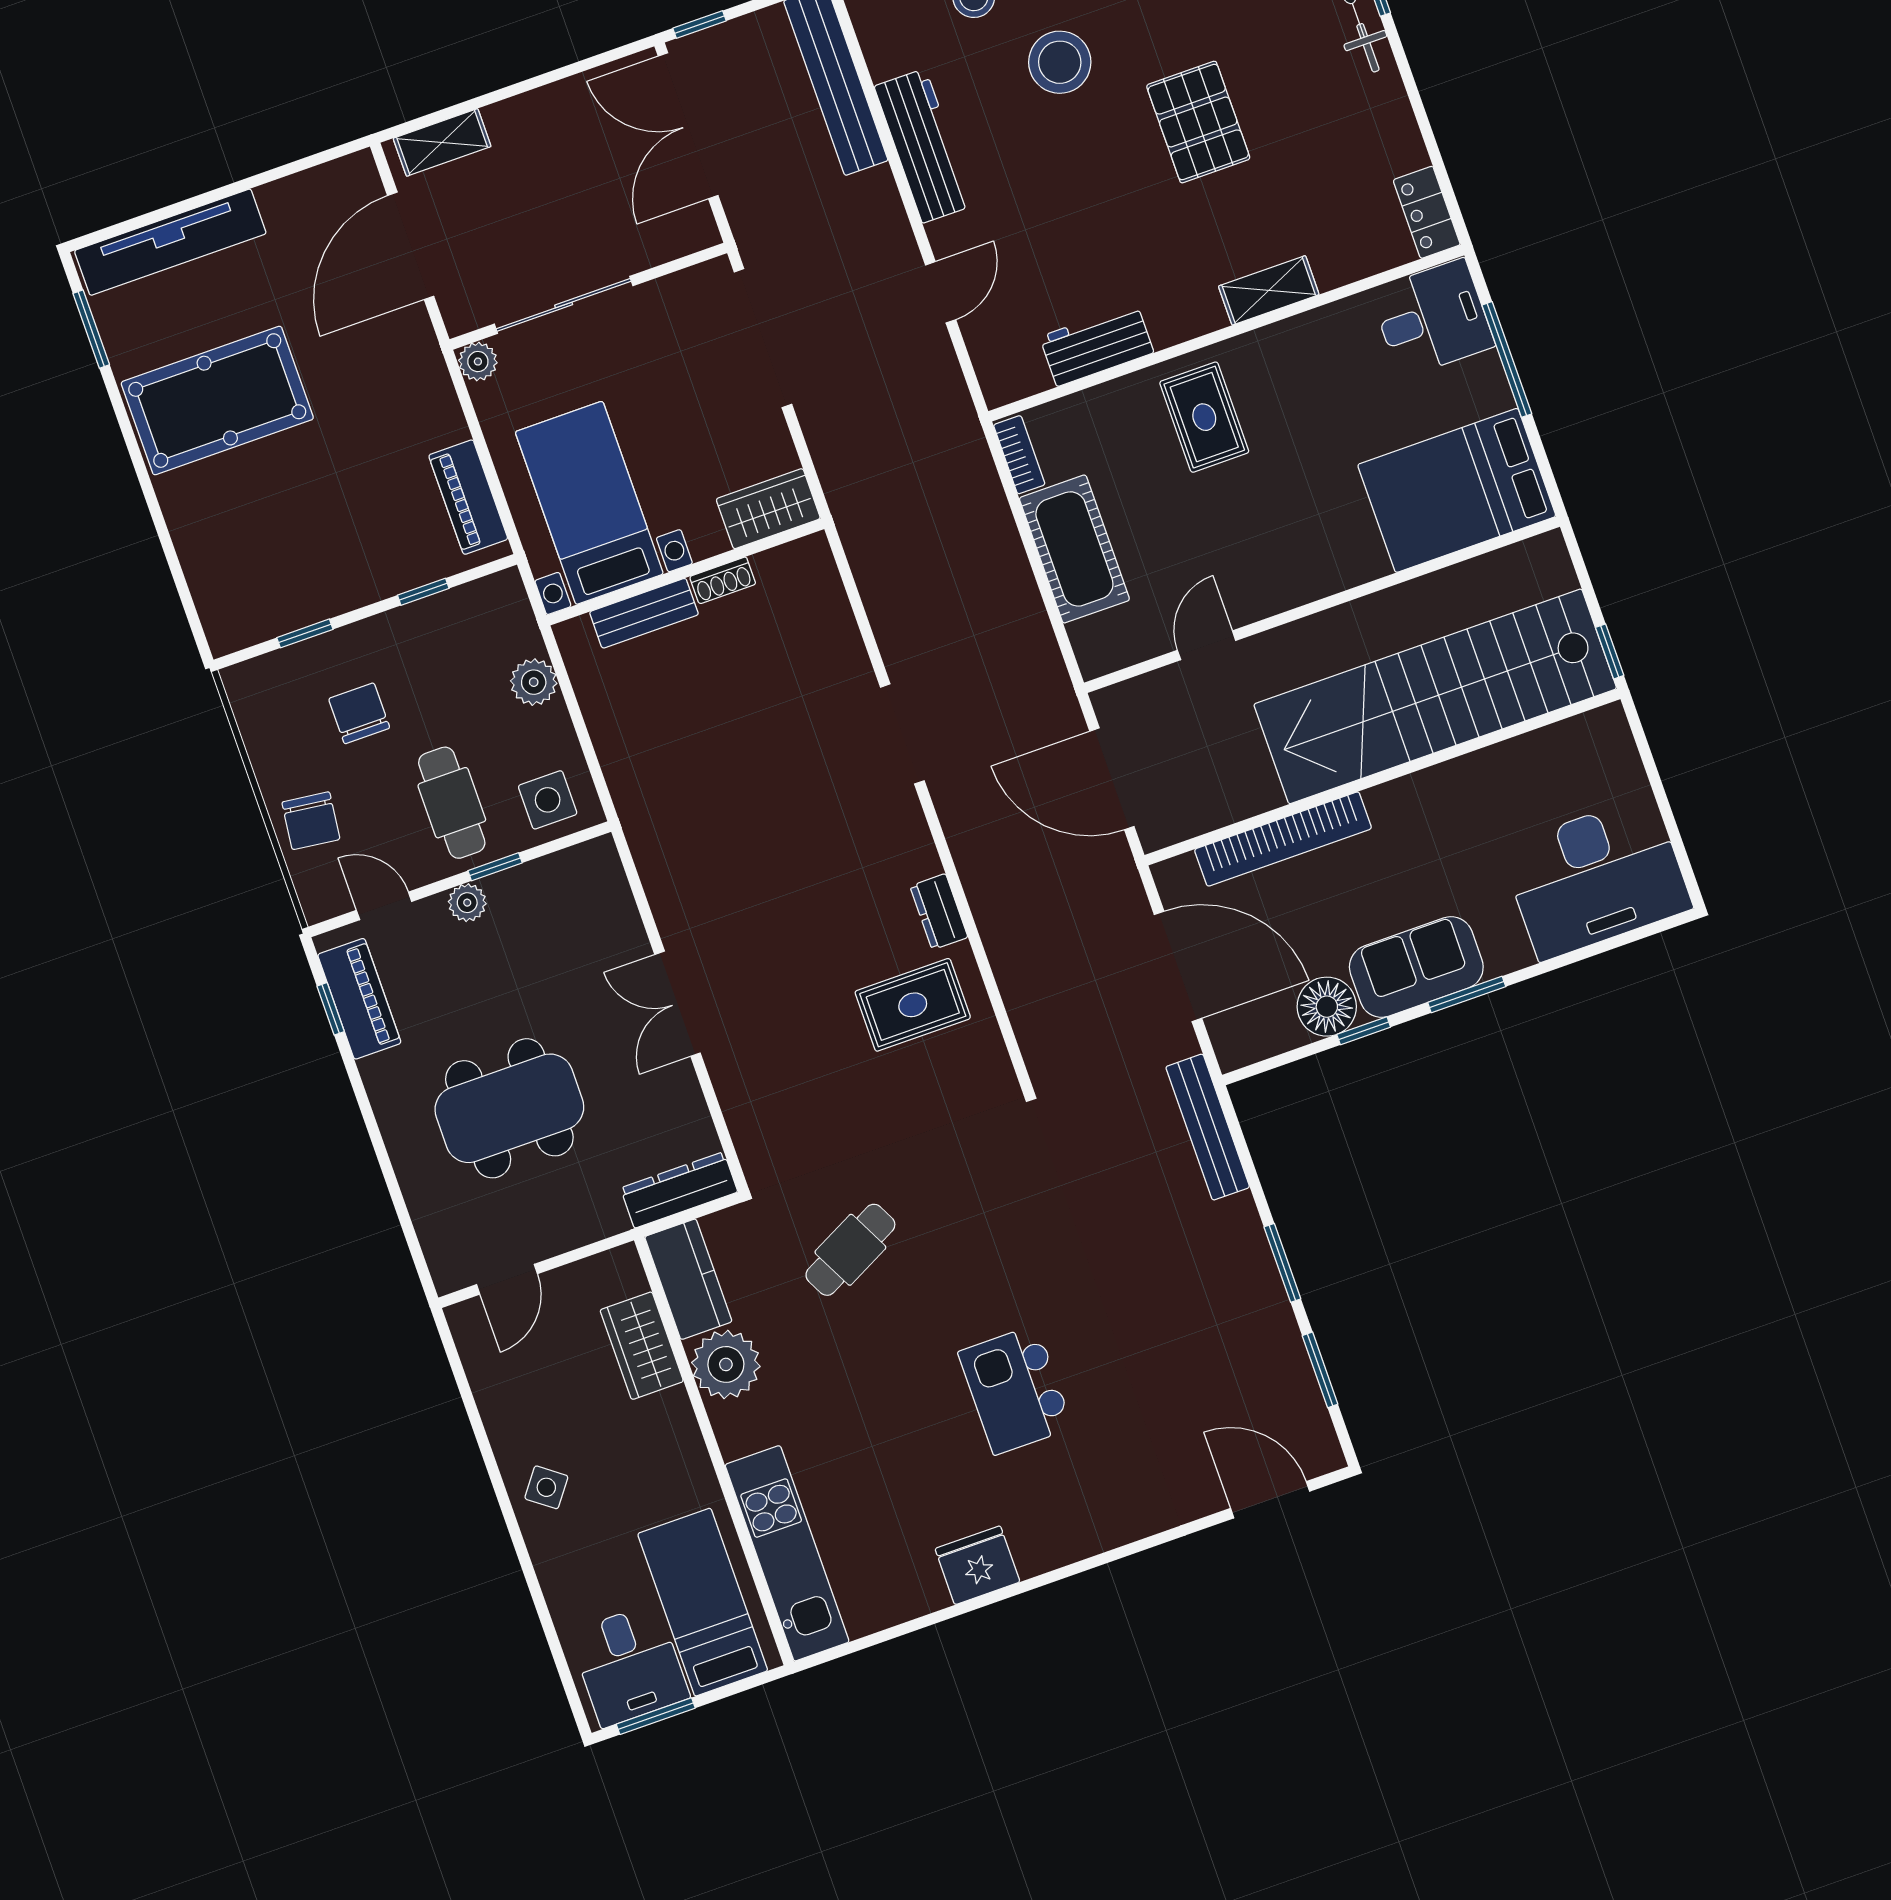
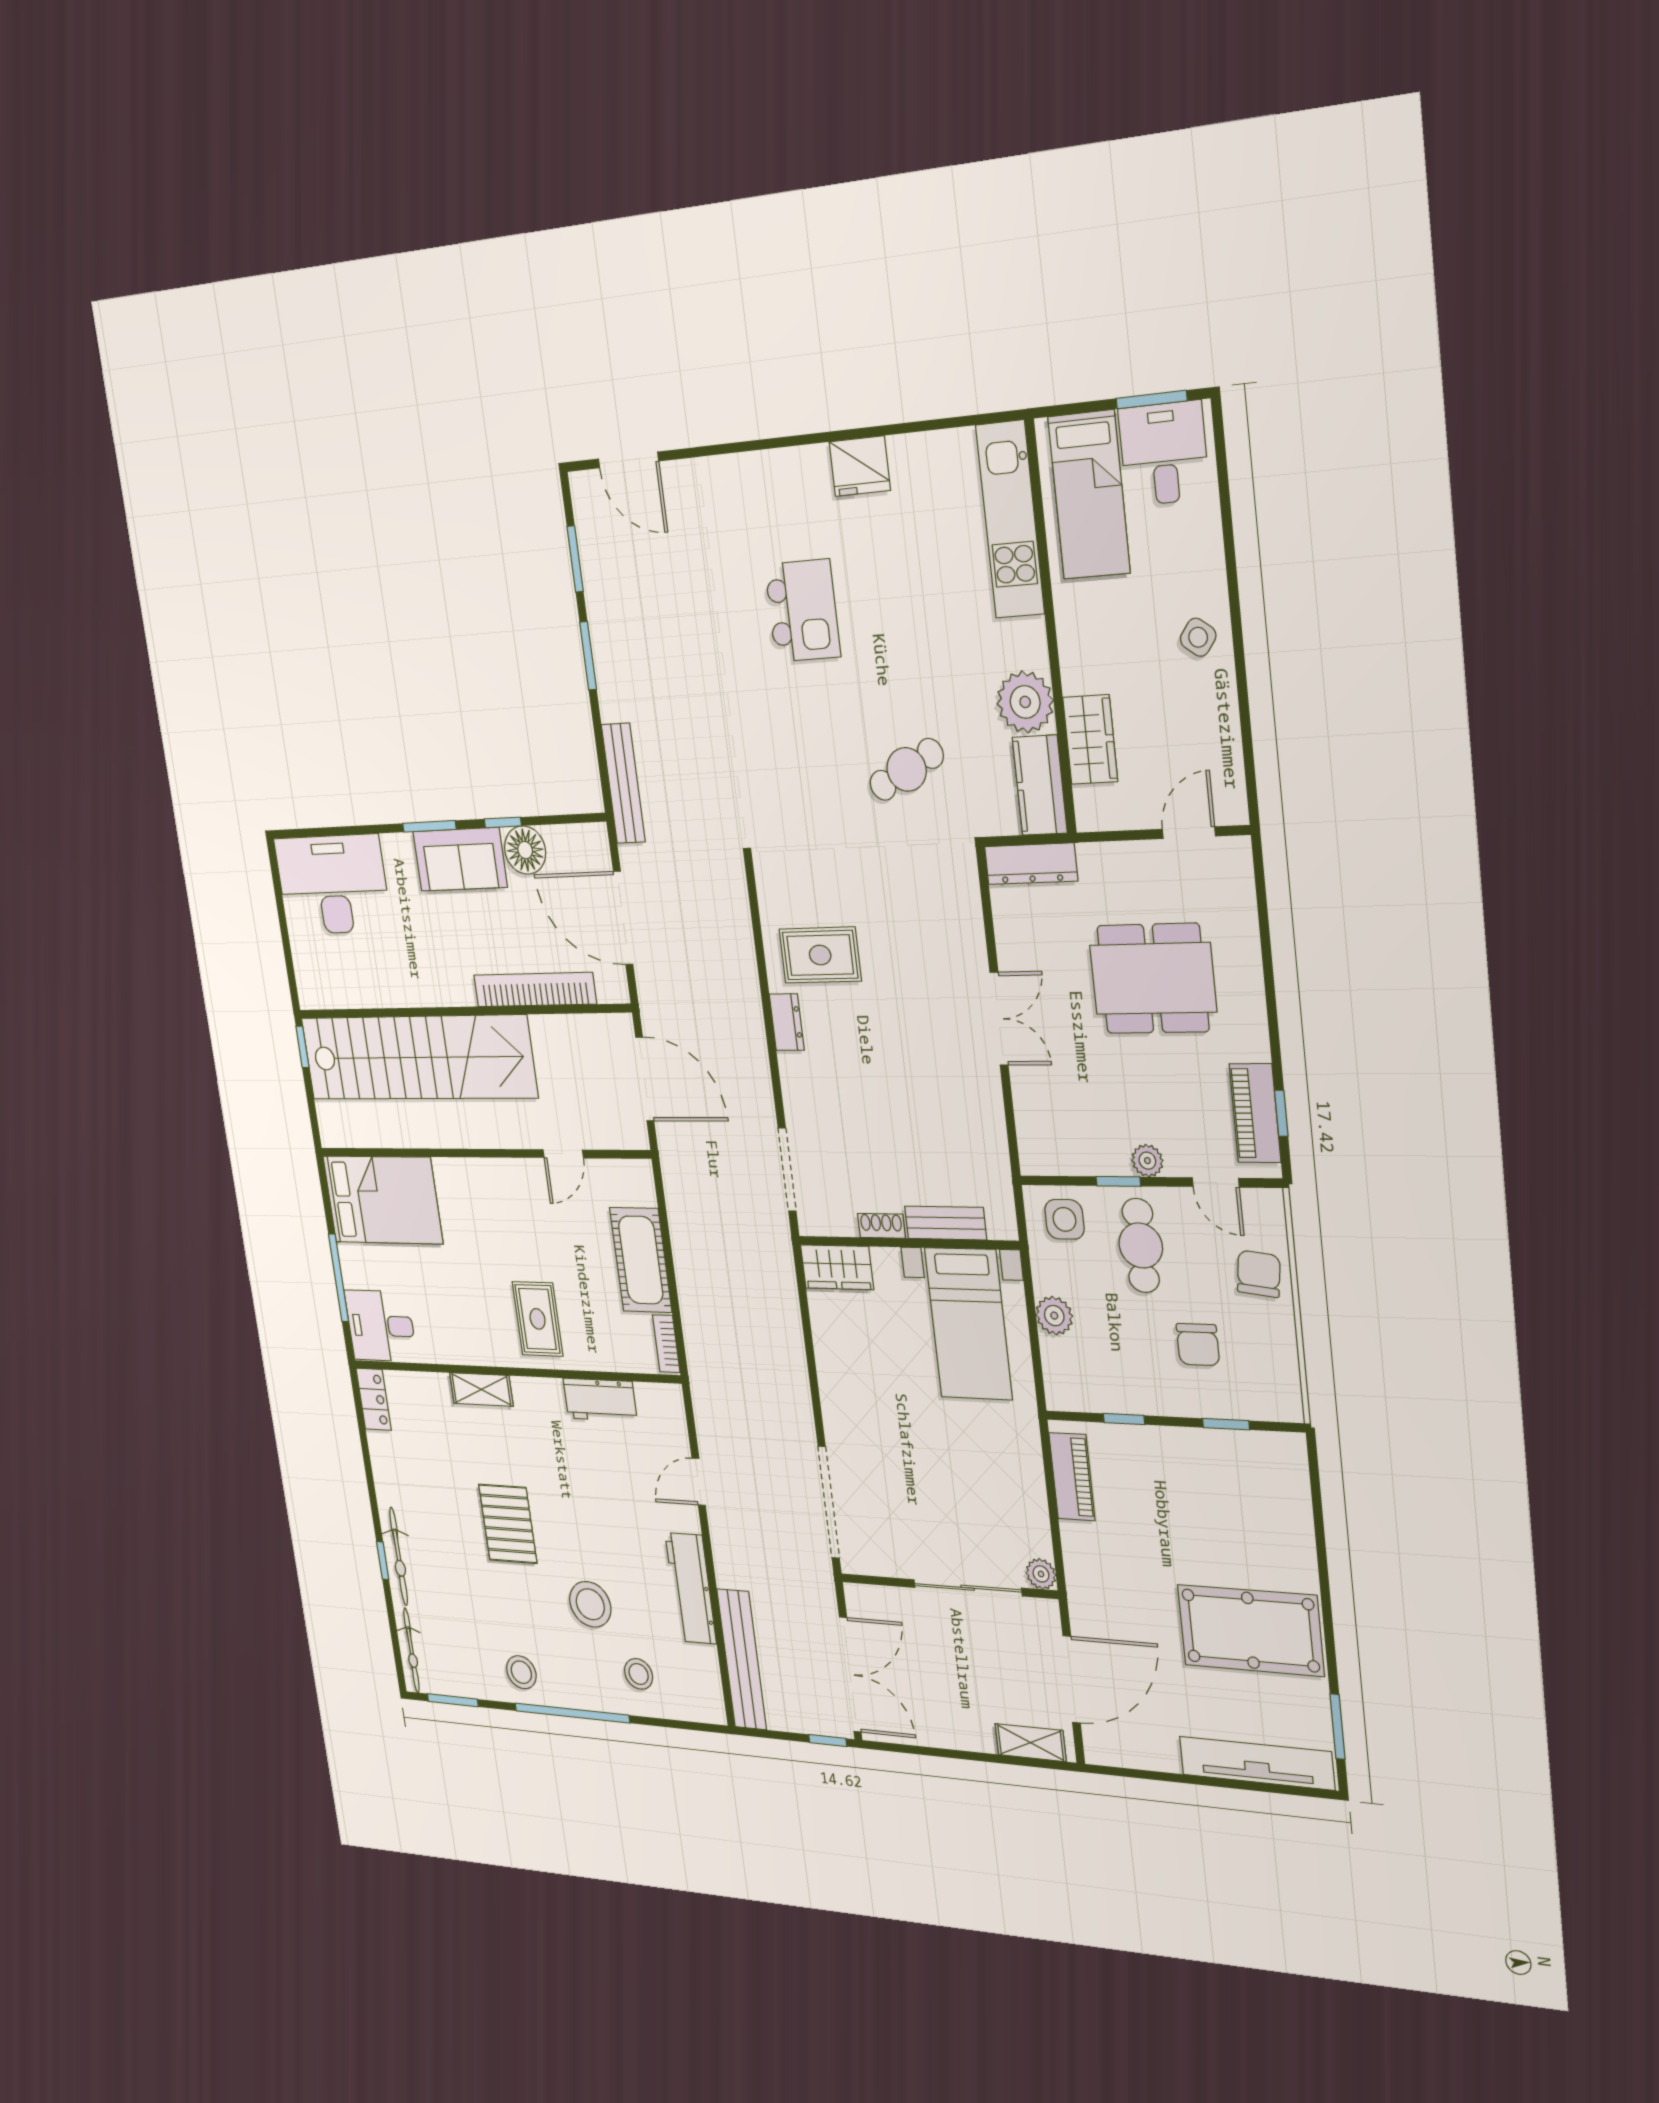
bed with nightstands: (589, 503) -> (968, 1324), moved
wardrobe: (768, 509) -> (837, 1267), moved
wall: (685, 572) -> (908, 1243), moved
shoe rack: (723, 580) -> (881, 1226), moved
bench: (644, 613) -> (946, 1223), moved

